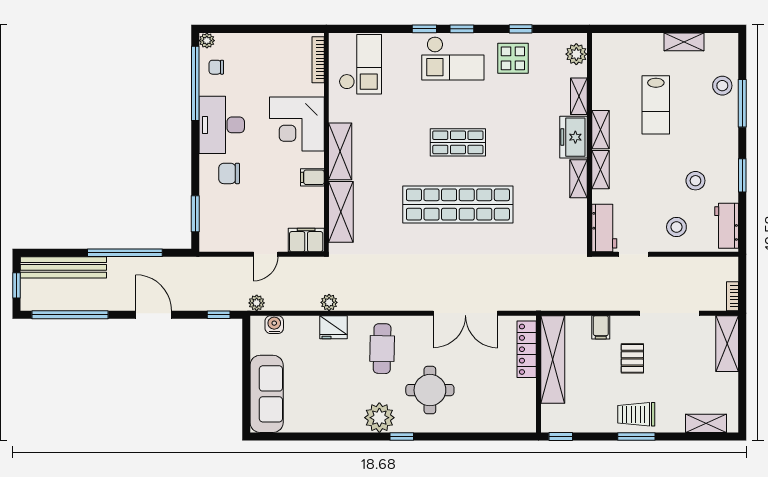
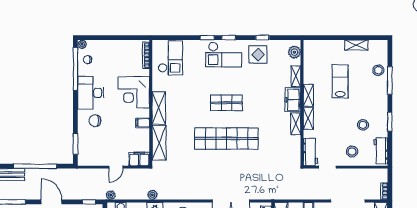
lab bench: (656, 105) -> (340, 81), turned 180

